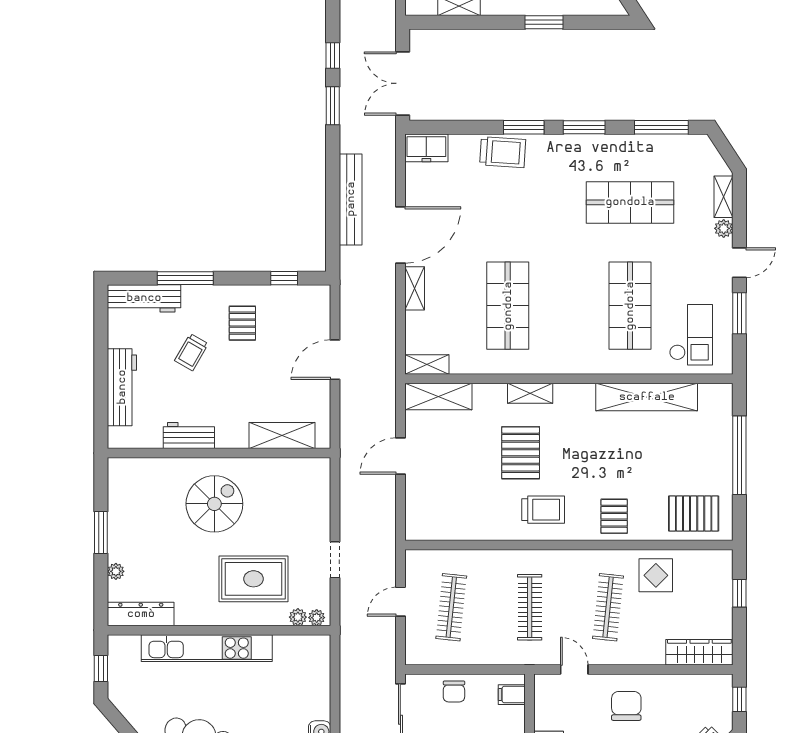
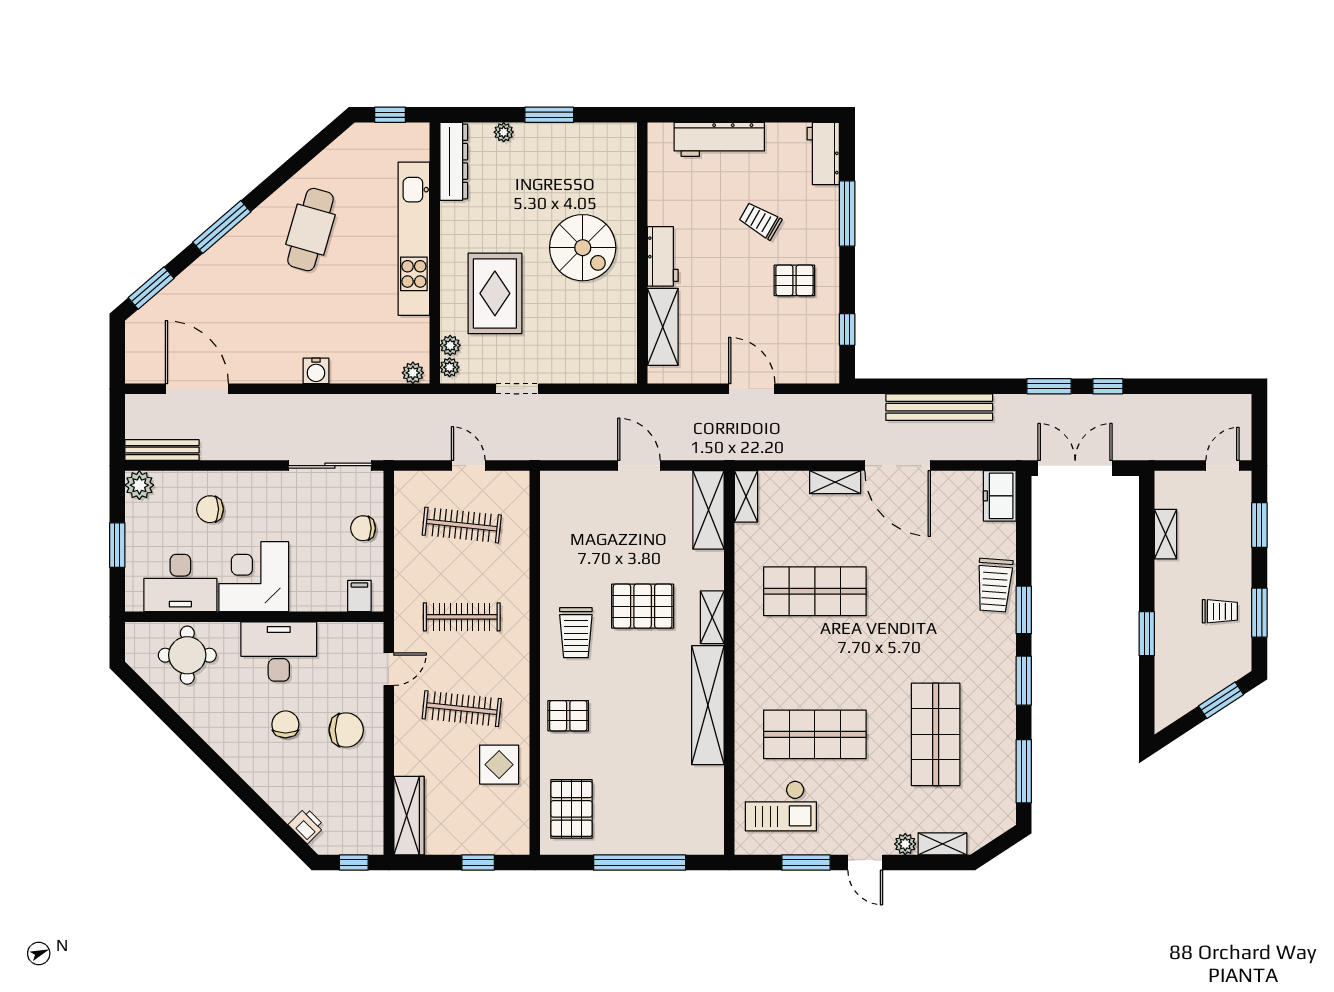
workbench: (144, 298) -> (823, 154), width x0.73
shelving: (647, 397) -> (708, 705), moved
workbench: (189, 436) -> (663, 256), moved
plant: (321, 649) -> (413, 373), added

